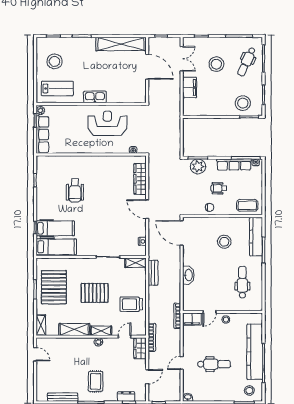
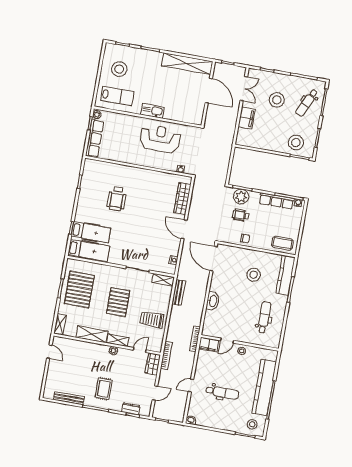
wheelchair: (219, 188) -> (241, 215), moved
pallet: (95, 293) -> (118, 302), turned 90

